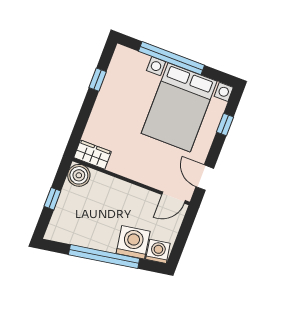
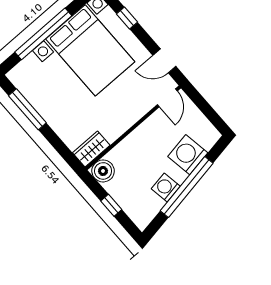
window: (98, 80) -> (27, 109), width x2.17
washing machine: (158, 251) -> (166, 187), moved

